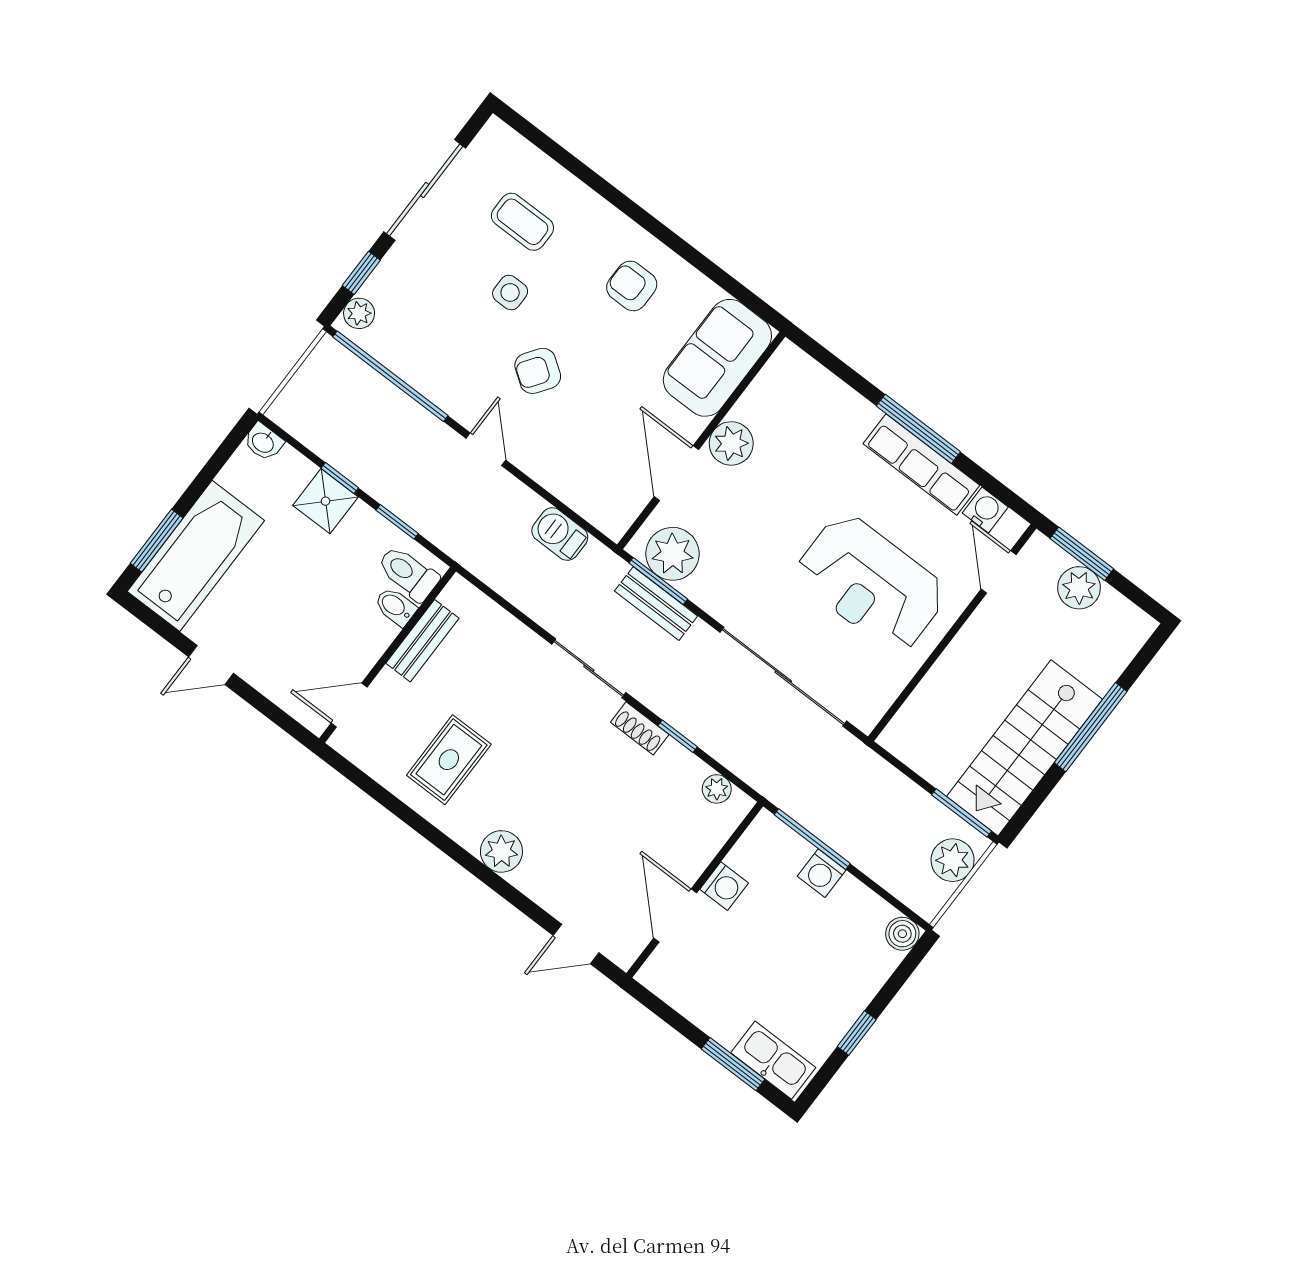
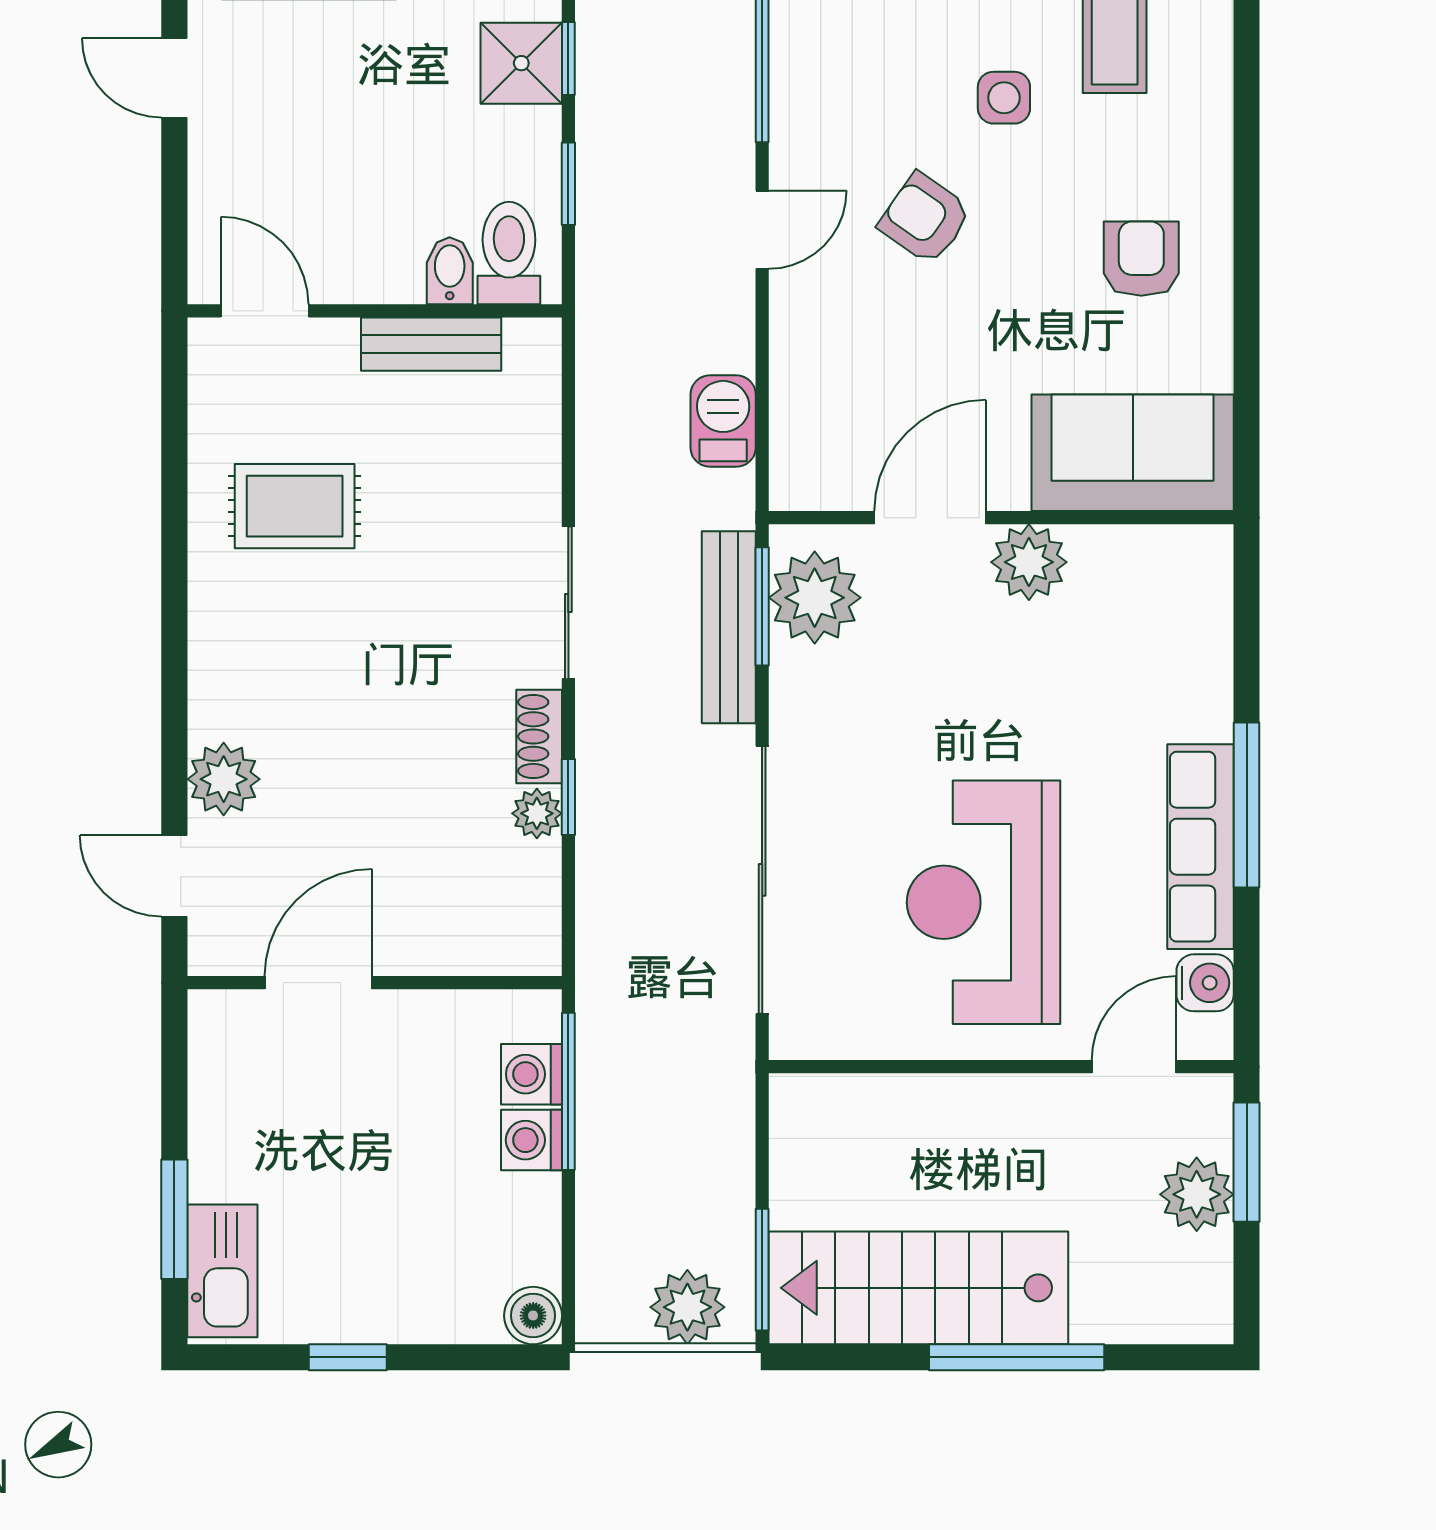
bench: (656, 604) -> (729, 627), width x1.36
plant: (717, 789) -> (537, 813), moved
plant: (501, 851) -> (224, 779), moved
washing machine: (724, 886) -> (532, 1074), moved, turned 90

